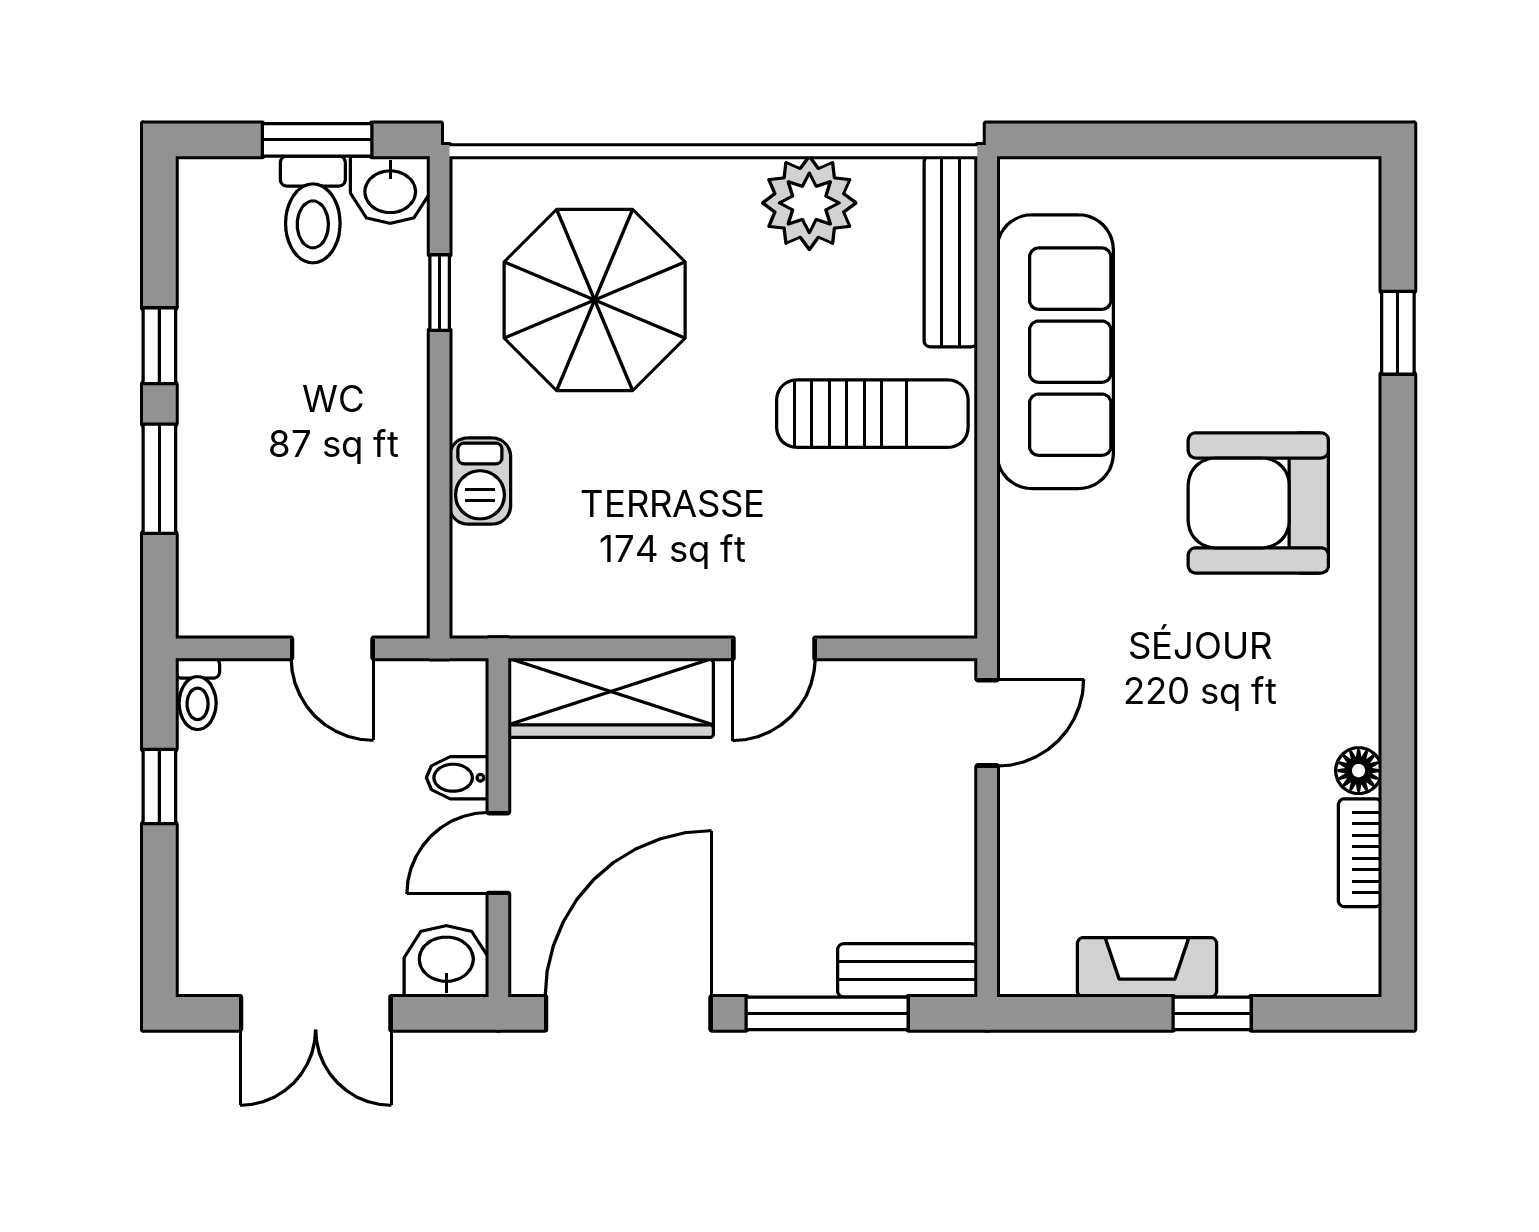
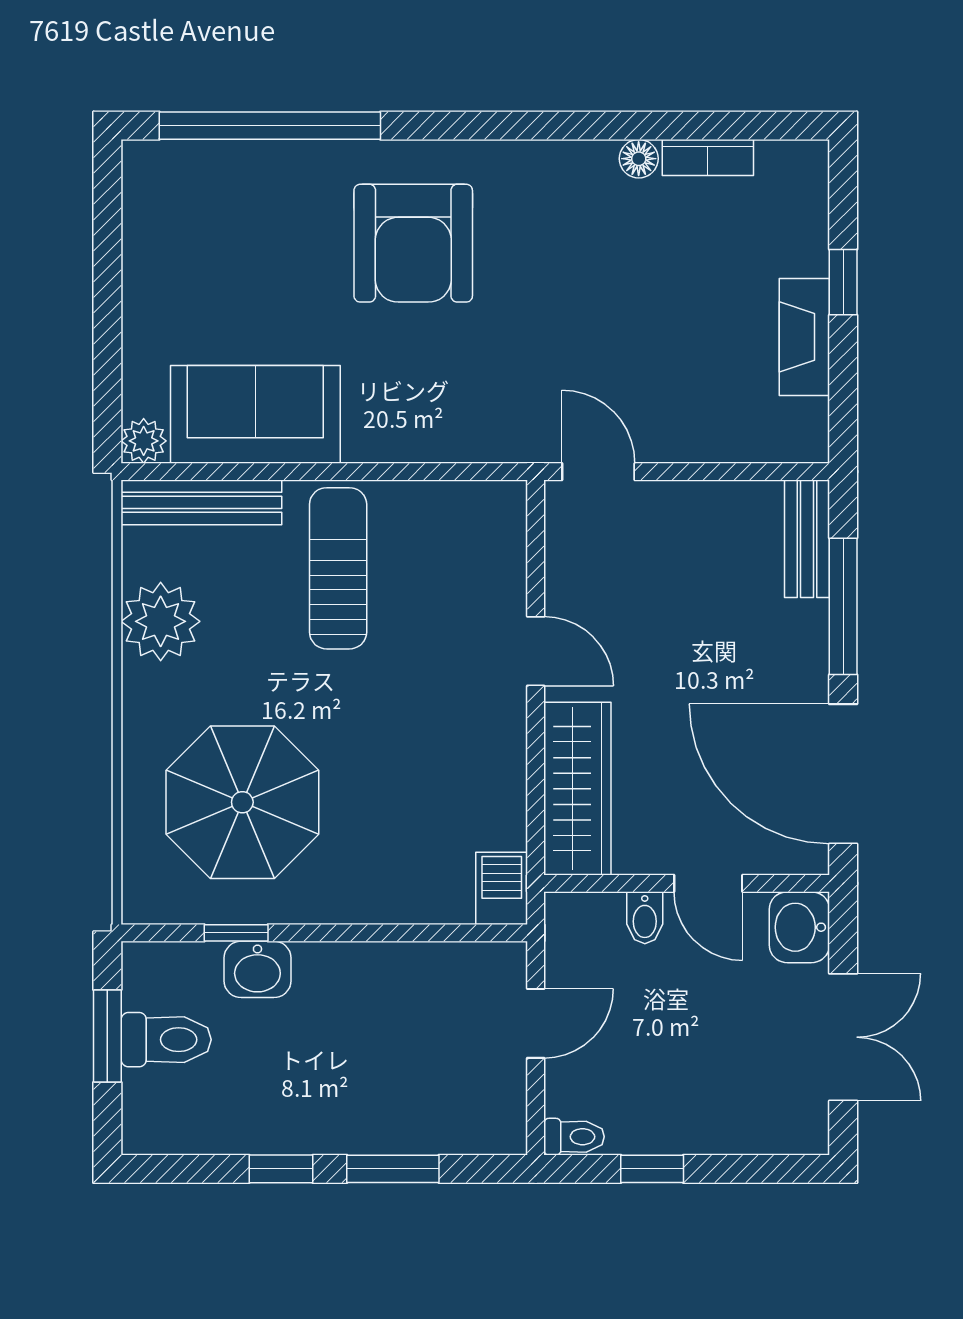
plant: (1024, 183) -> (144, 441), added
washbasin: (390, 190) -> (257, 969), moved, turned 90
window: (1398, 333) -> (270, 126), width x3.17
sofa: (1055, 352) -> (255, 414), width x0.73
barbecue: (480, 481) -> (502, 888), moved, turned -90

